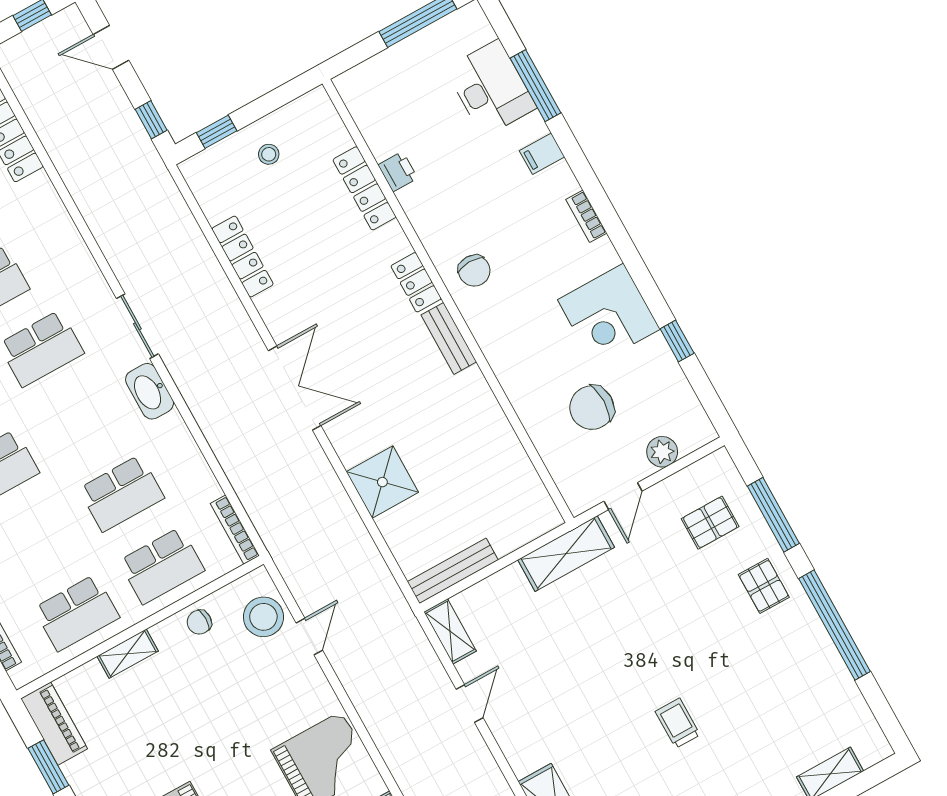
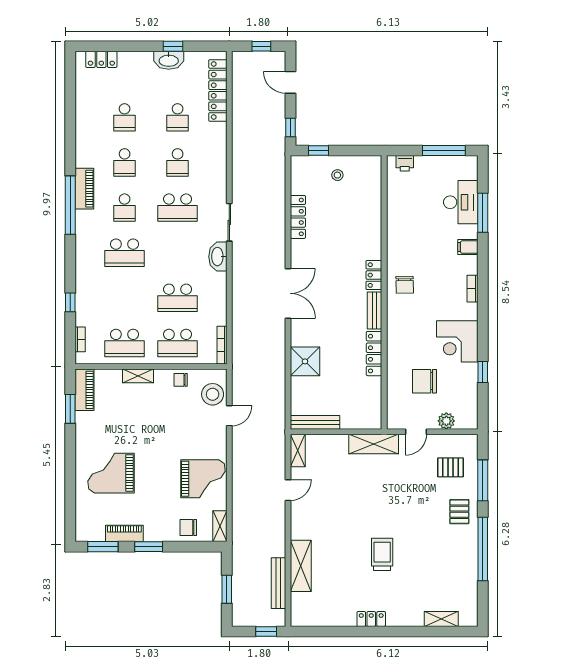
printer: (398, 172) -> (405, 163), moved, turned 90
locker: (364, 188) -> (374, 354), moved
trolley: (678, 723) -> (382, 554), width x1.36, depth x1.39

